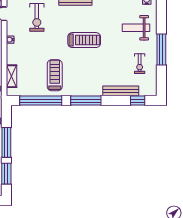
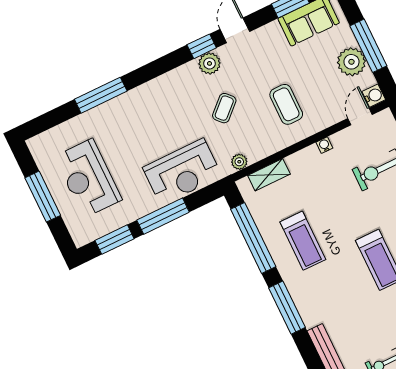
treadmill: (55, 75) -> (303, 241), turned 90

